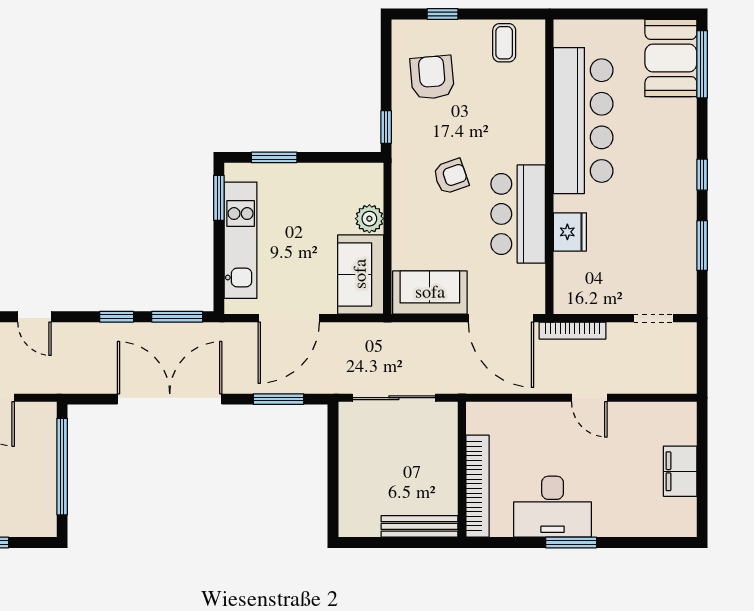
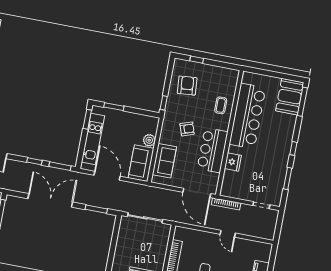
coffee table: (504, 43) -> (221, 105), moved
sofa: (430, 293) -> (164, 161), moved, turned 90
door: (289, 318) -> (107, 176), swing flipped

